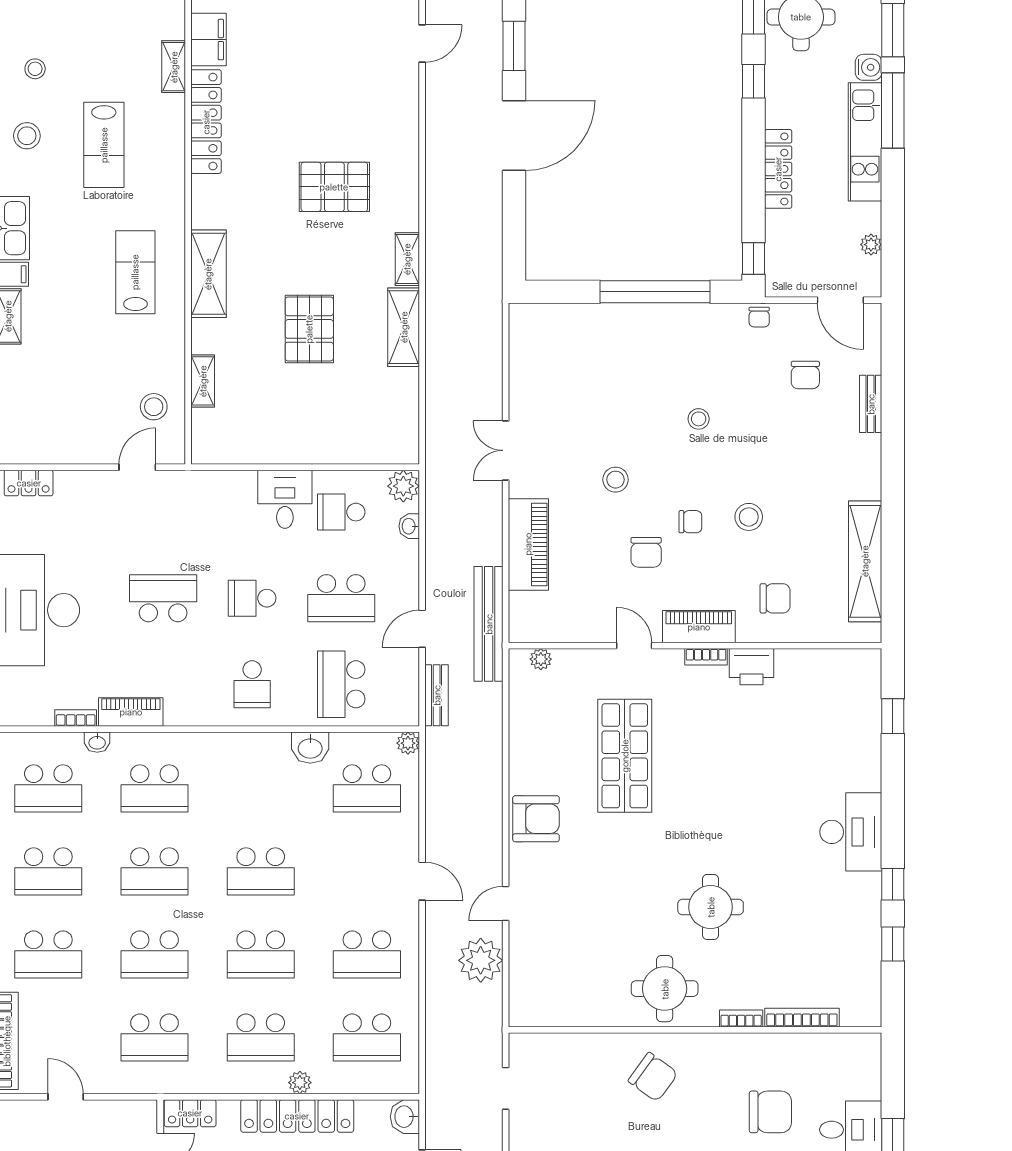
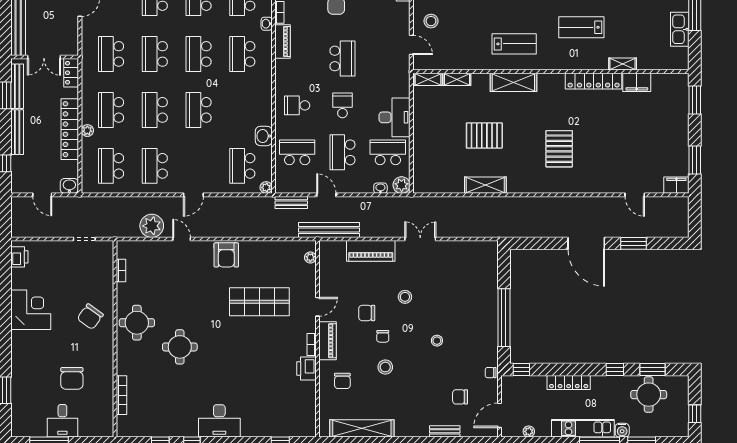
shelving: (407, 259) -> (428, 79), moved
stool: (154, 407) -> (431, 21), moved
desk: (285, 499) -> (395, 117), width x1.37
school desk: (341, 512) -> (388, 152), width x1.85
bookcase: (741, 1019) -> (121, 271), moved

